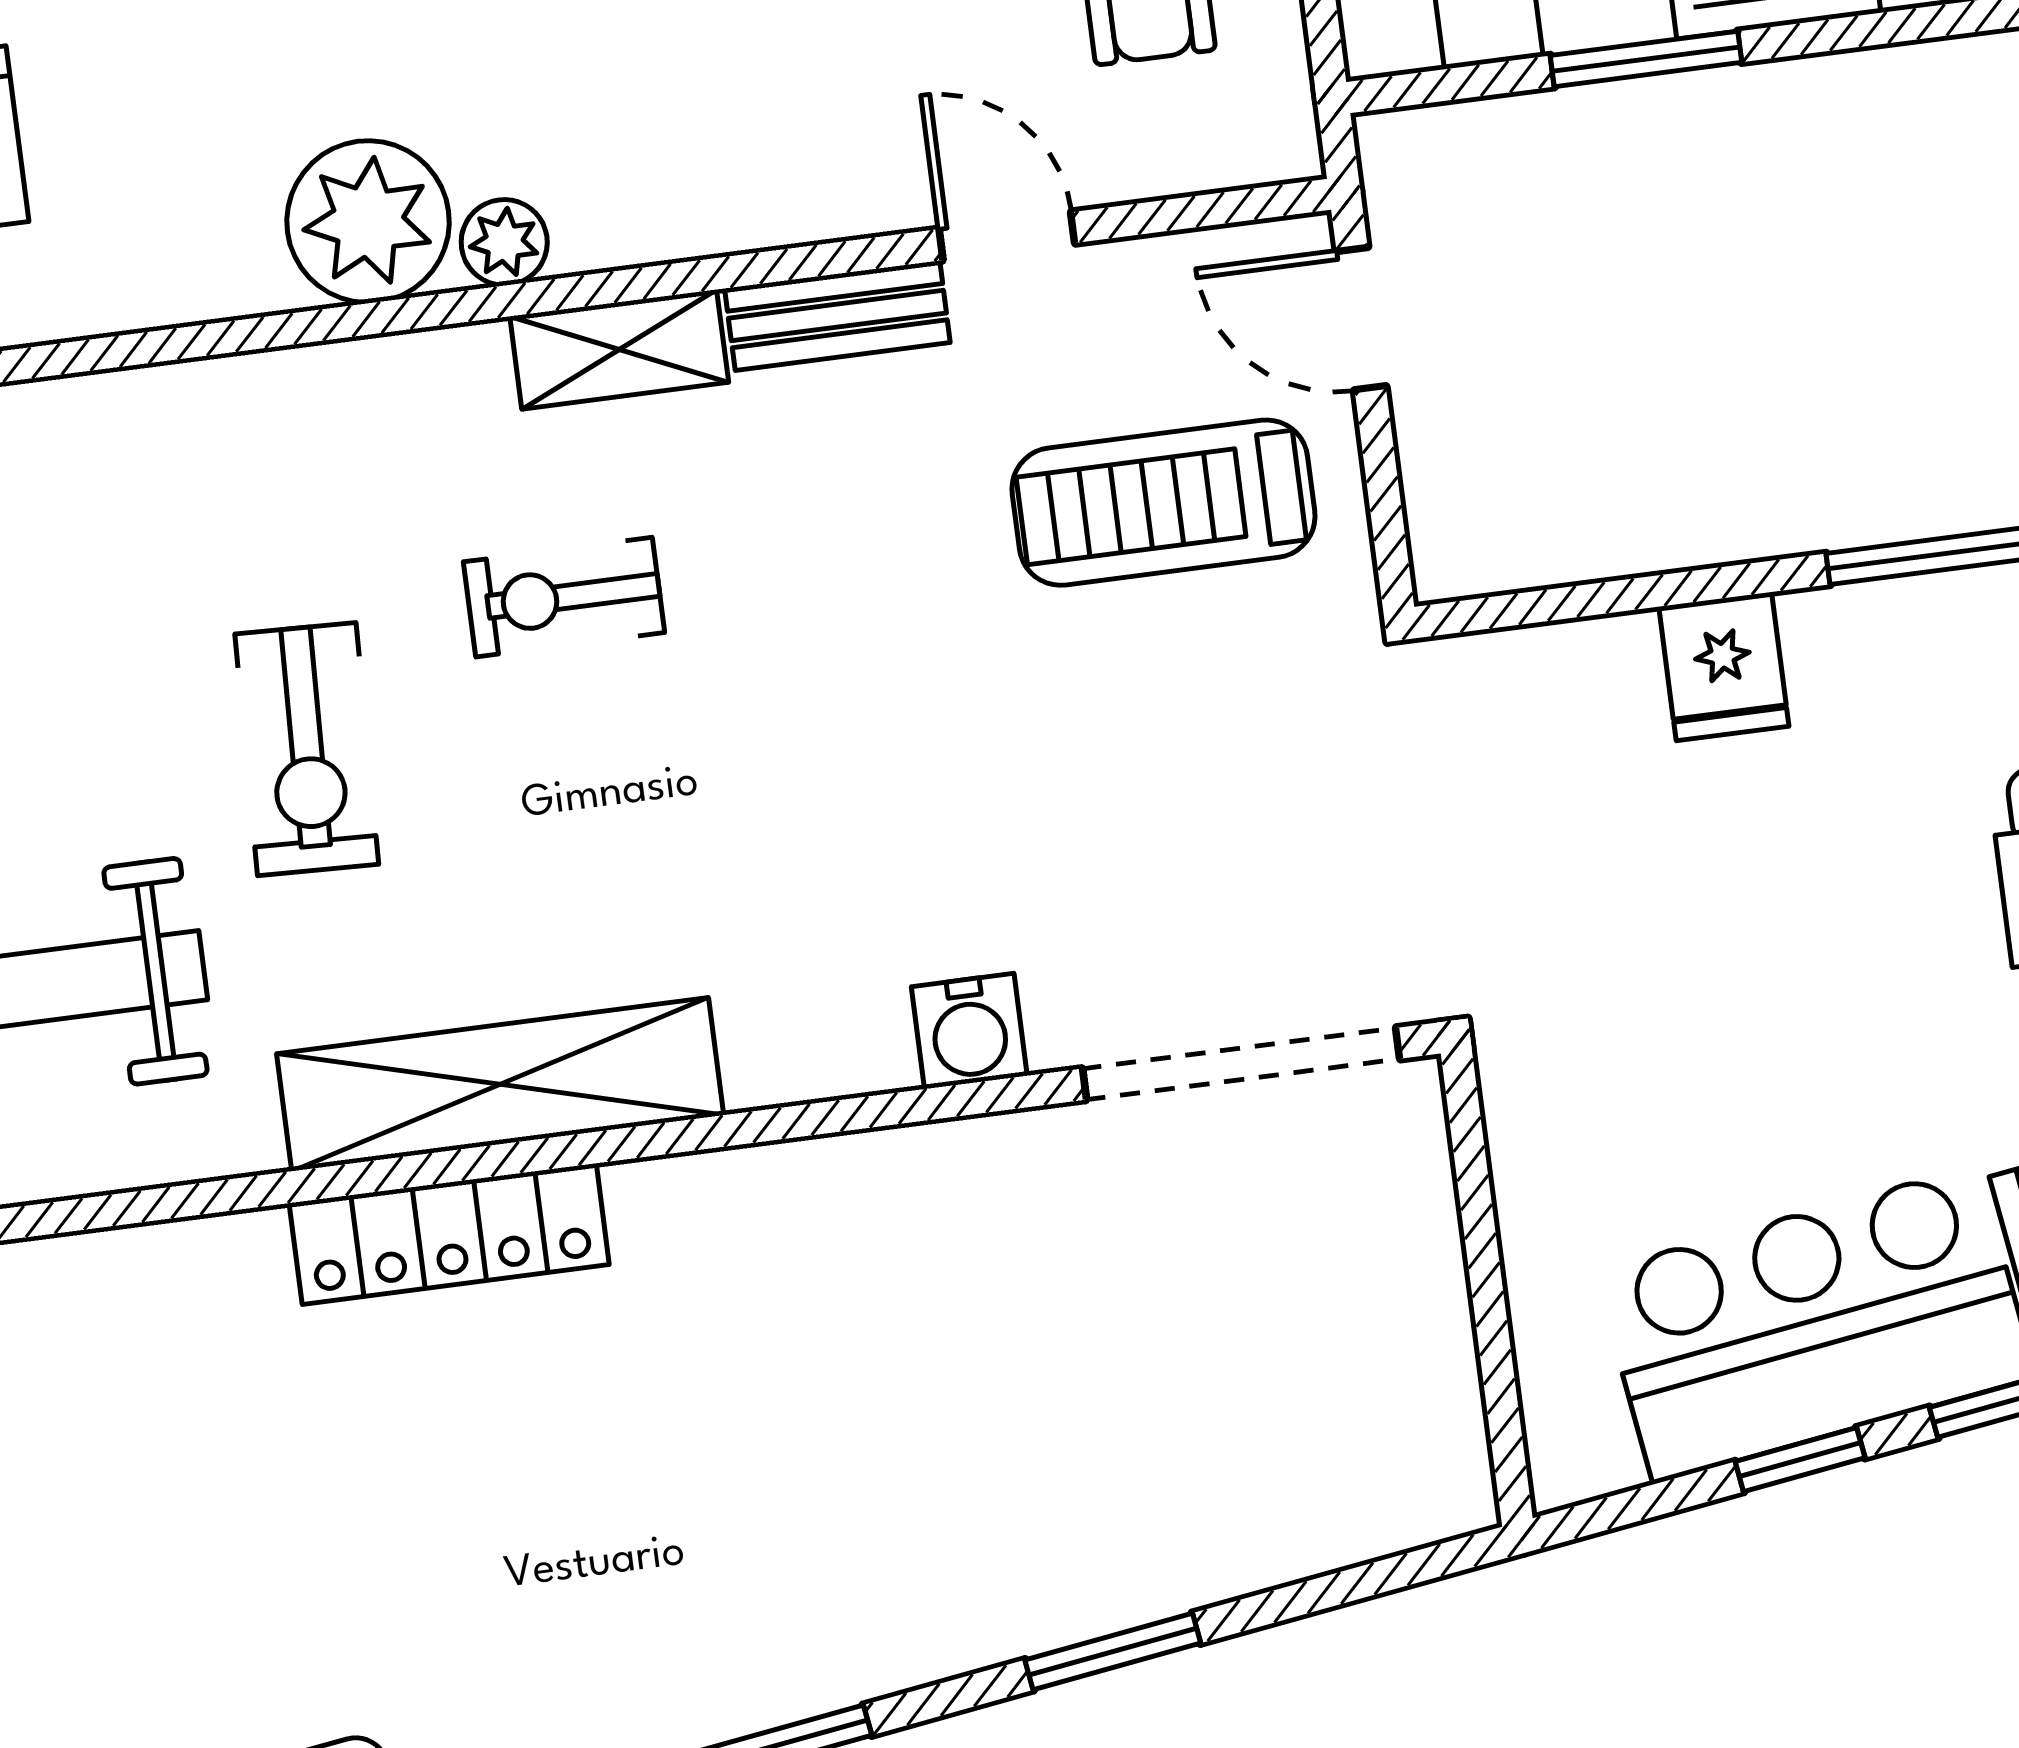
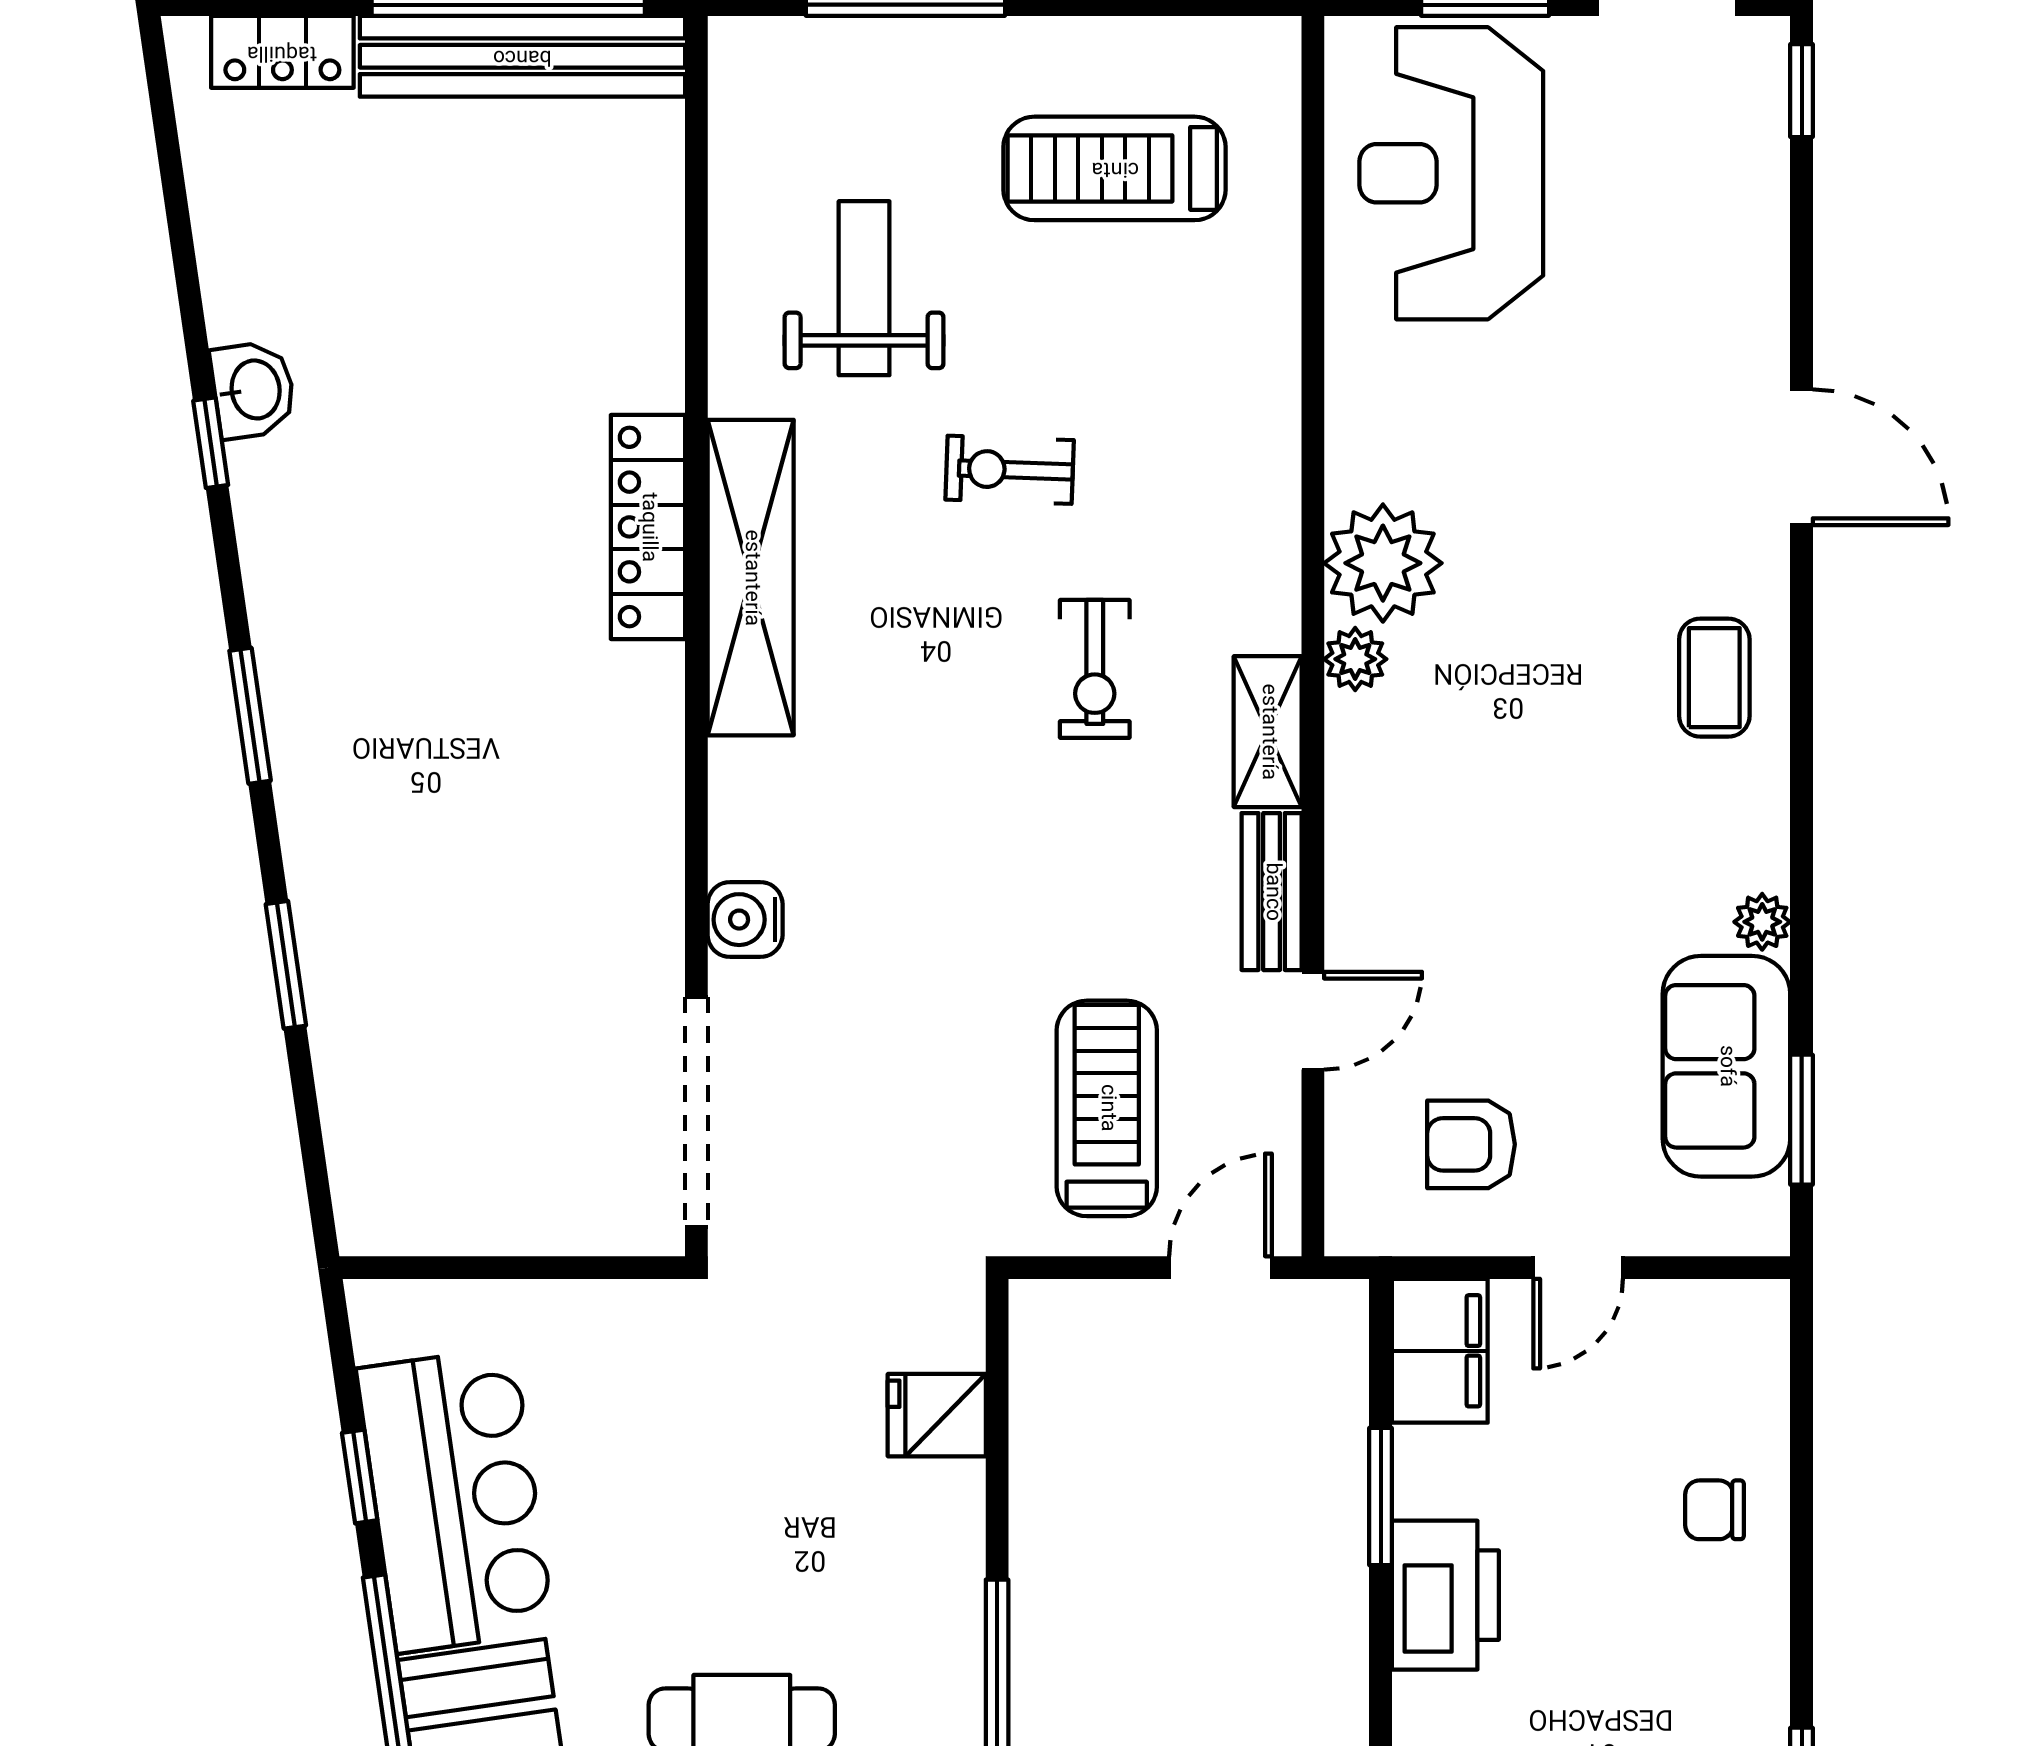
exercise bike: (564, 597) -> (1095, 669), turned 180
fridge: (1724, 666) -> (937, 1415), moved
exercise bike: (307, 749) -> (1010, 470), width x0.73, depth x0.72

